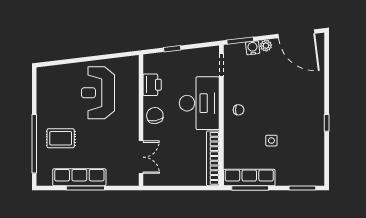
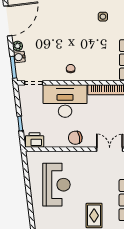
printer: (152, 85) -> (35, 140), moved
reception desk: (98, 93) -> (56, 185), turned -90
side table: (271, 141) -> (103, 17), moved

